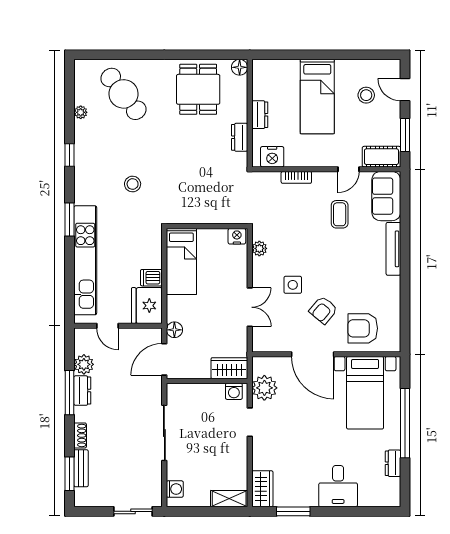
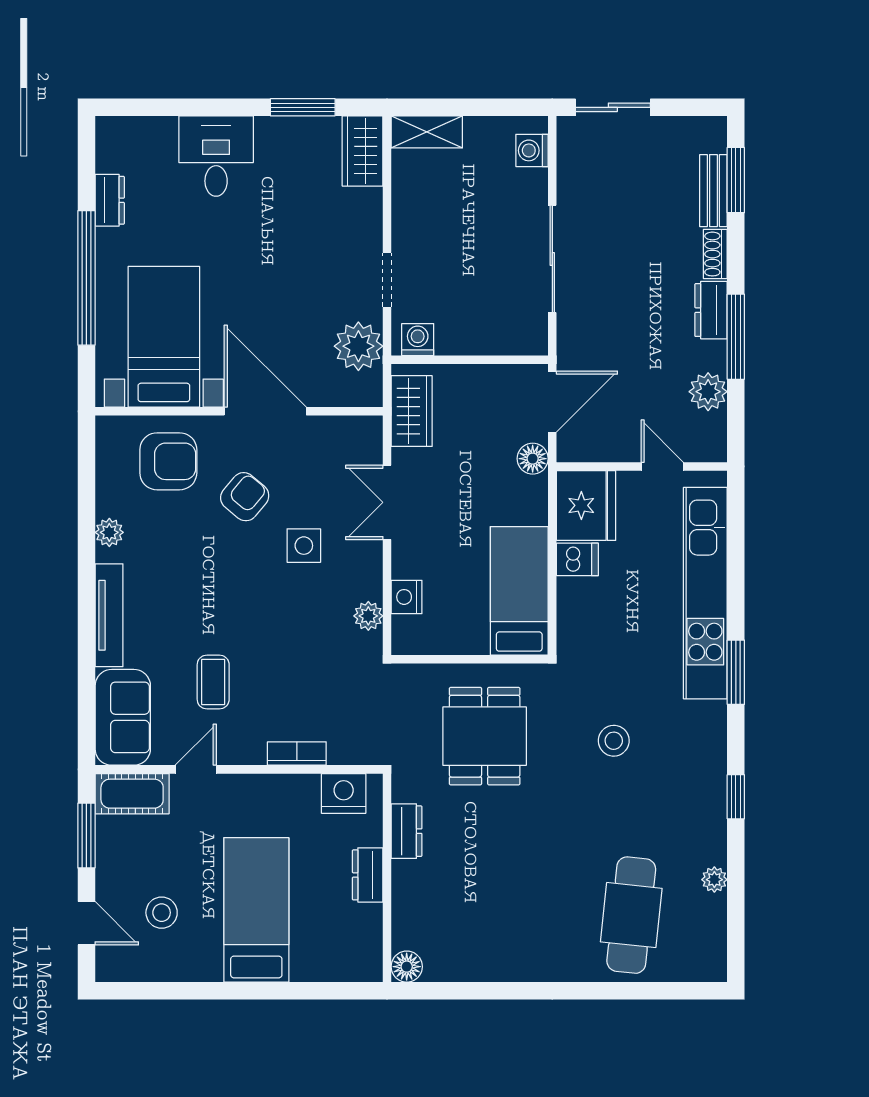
dining table: (198, 89) -> (485, 736), moved
cafe table: (123, 94) -> (631, 915), turned 44
nightstand: (237, 236) -> (407, 597), moved, turned 90
plant: (393, 292) -> (109, 532), added
wardrobe: (229, 368) -> (412, 411), moved, turned -90
dresser: (82, 391) -> (711, 310), moved

